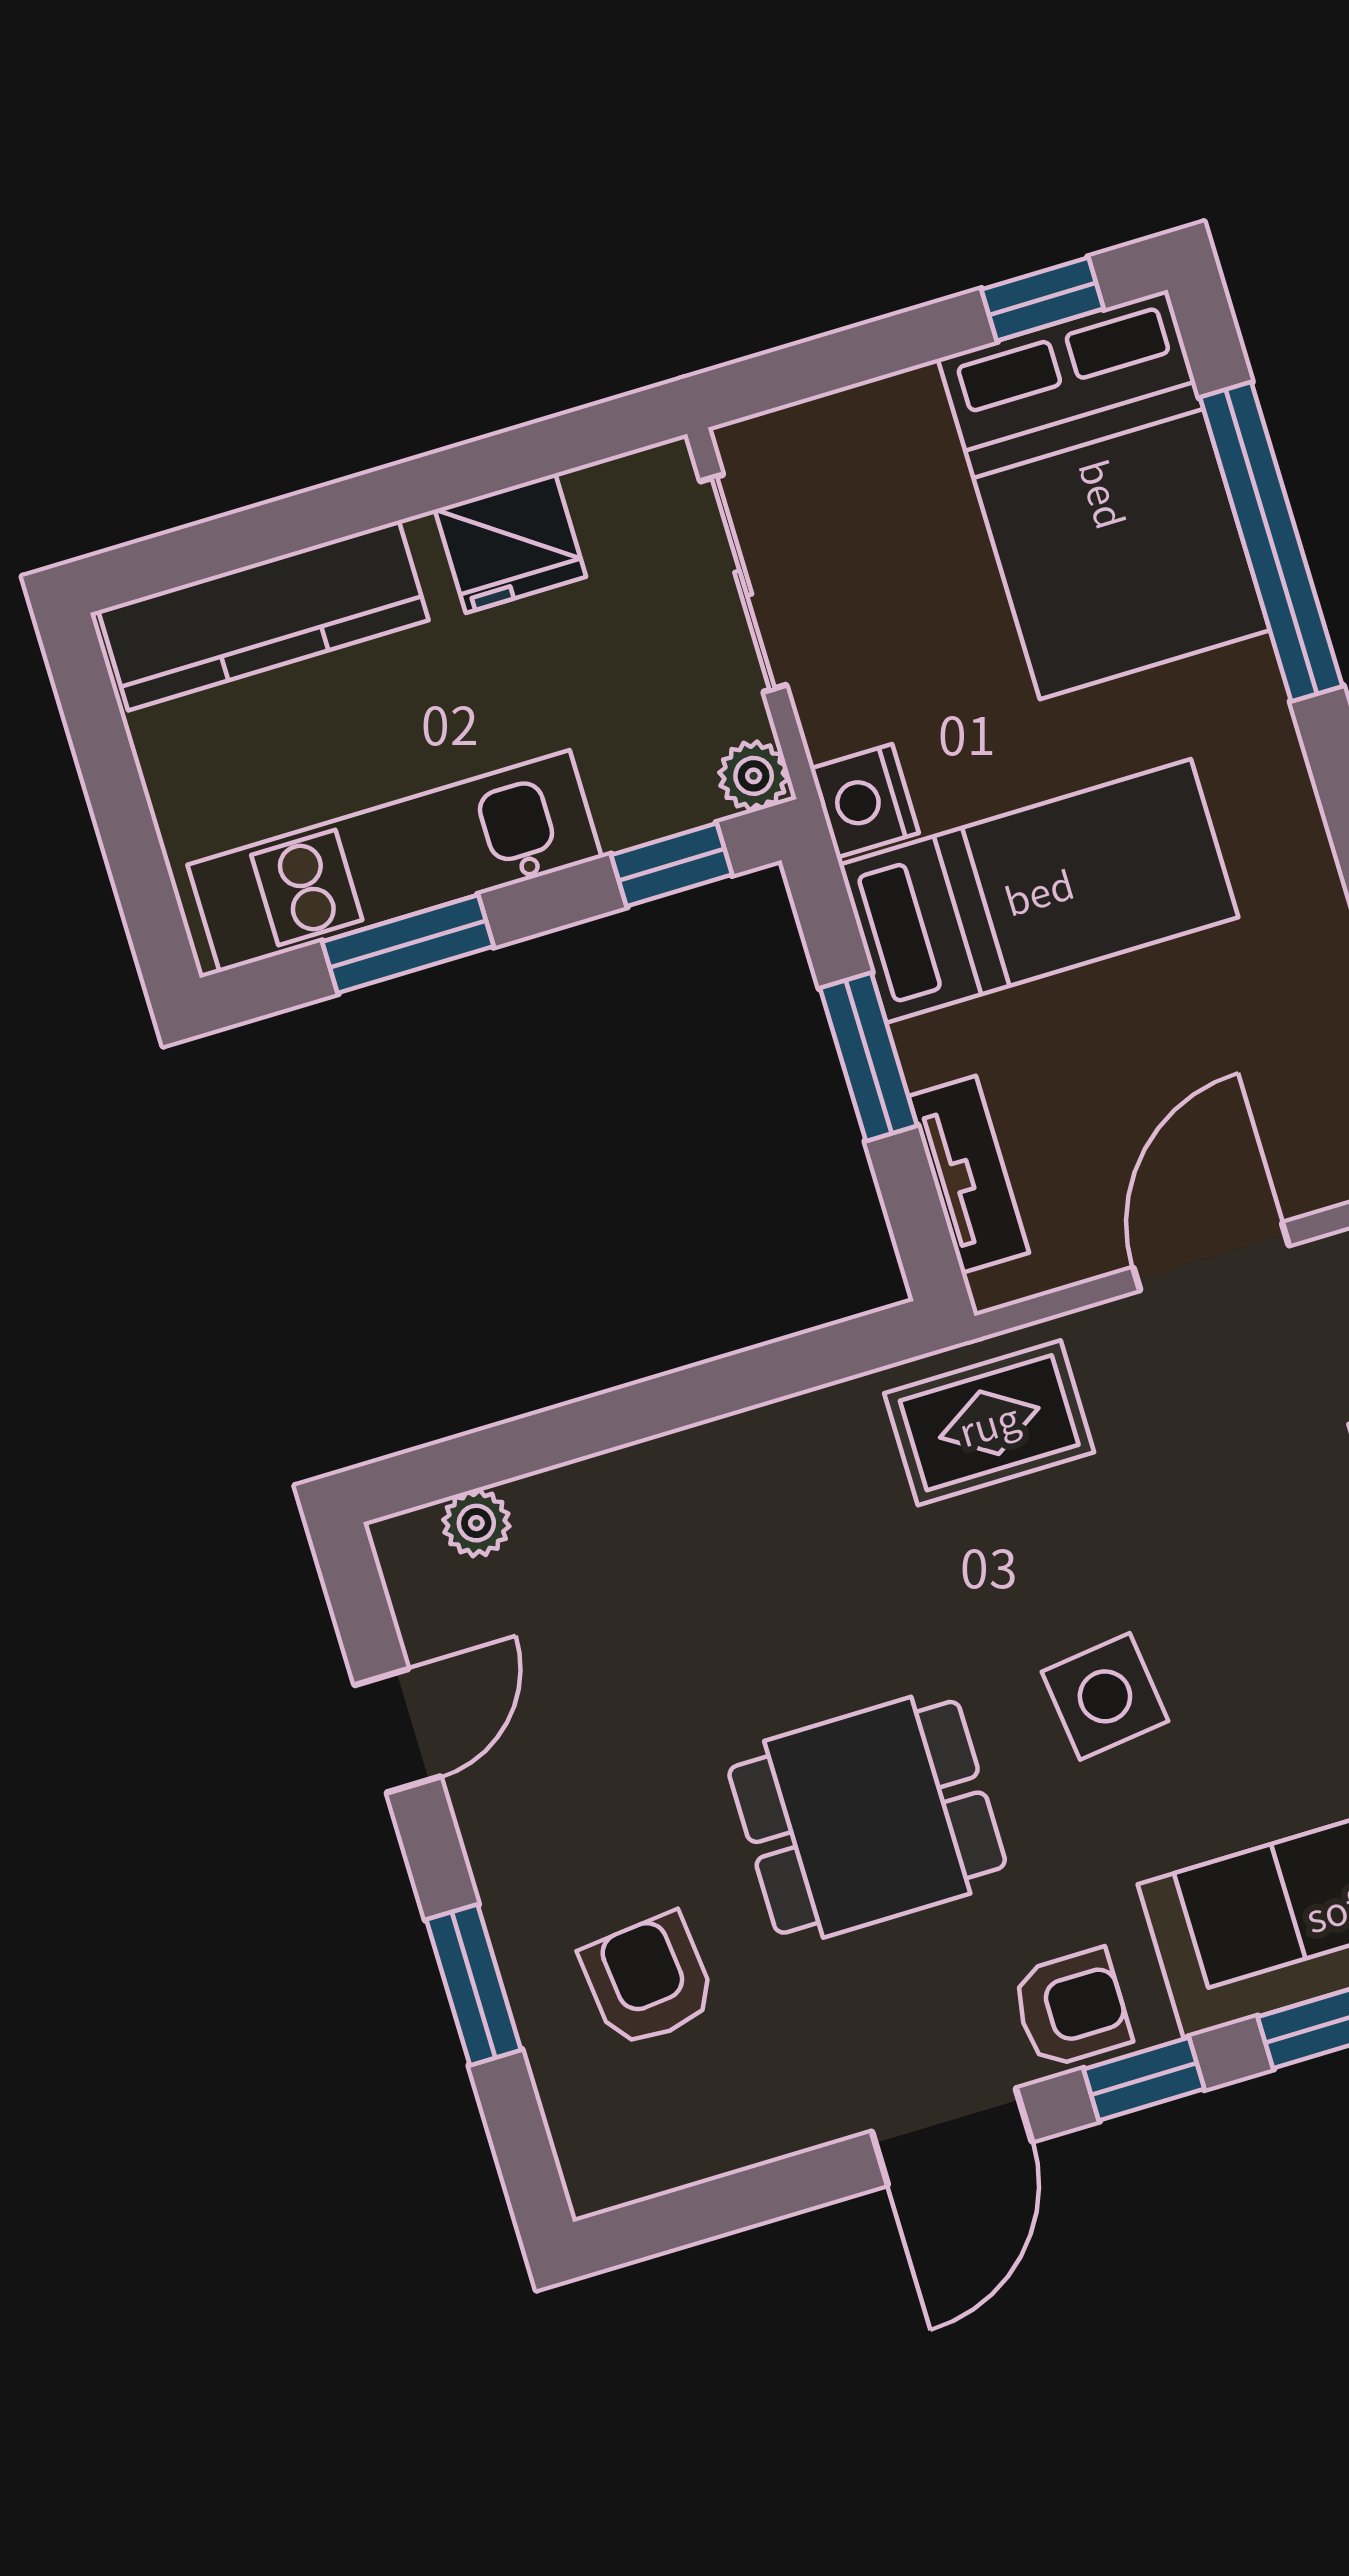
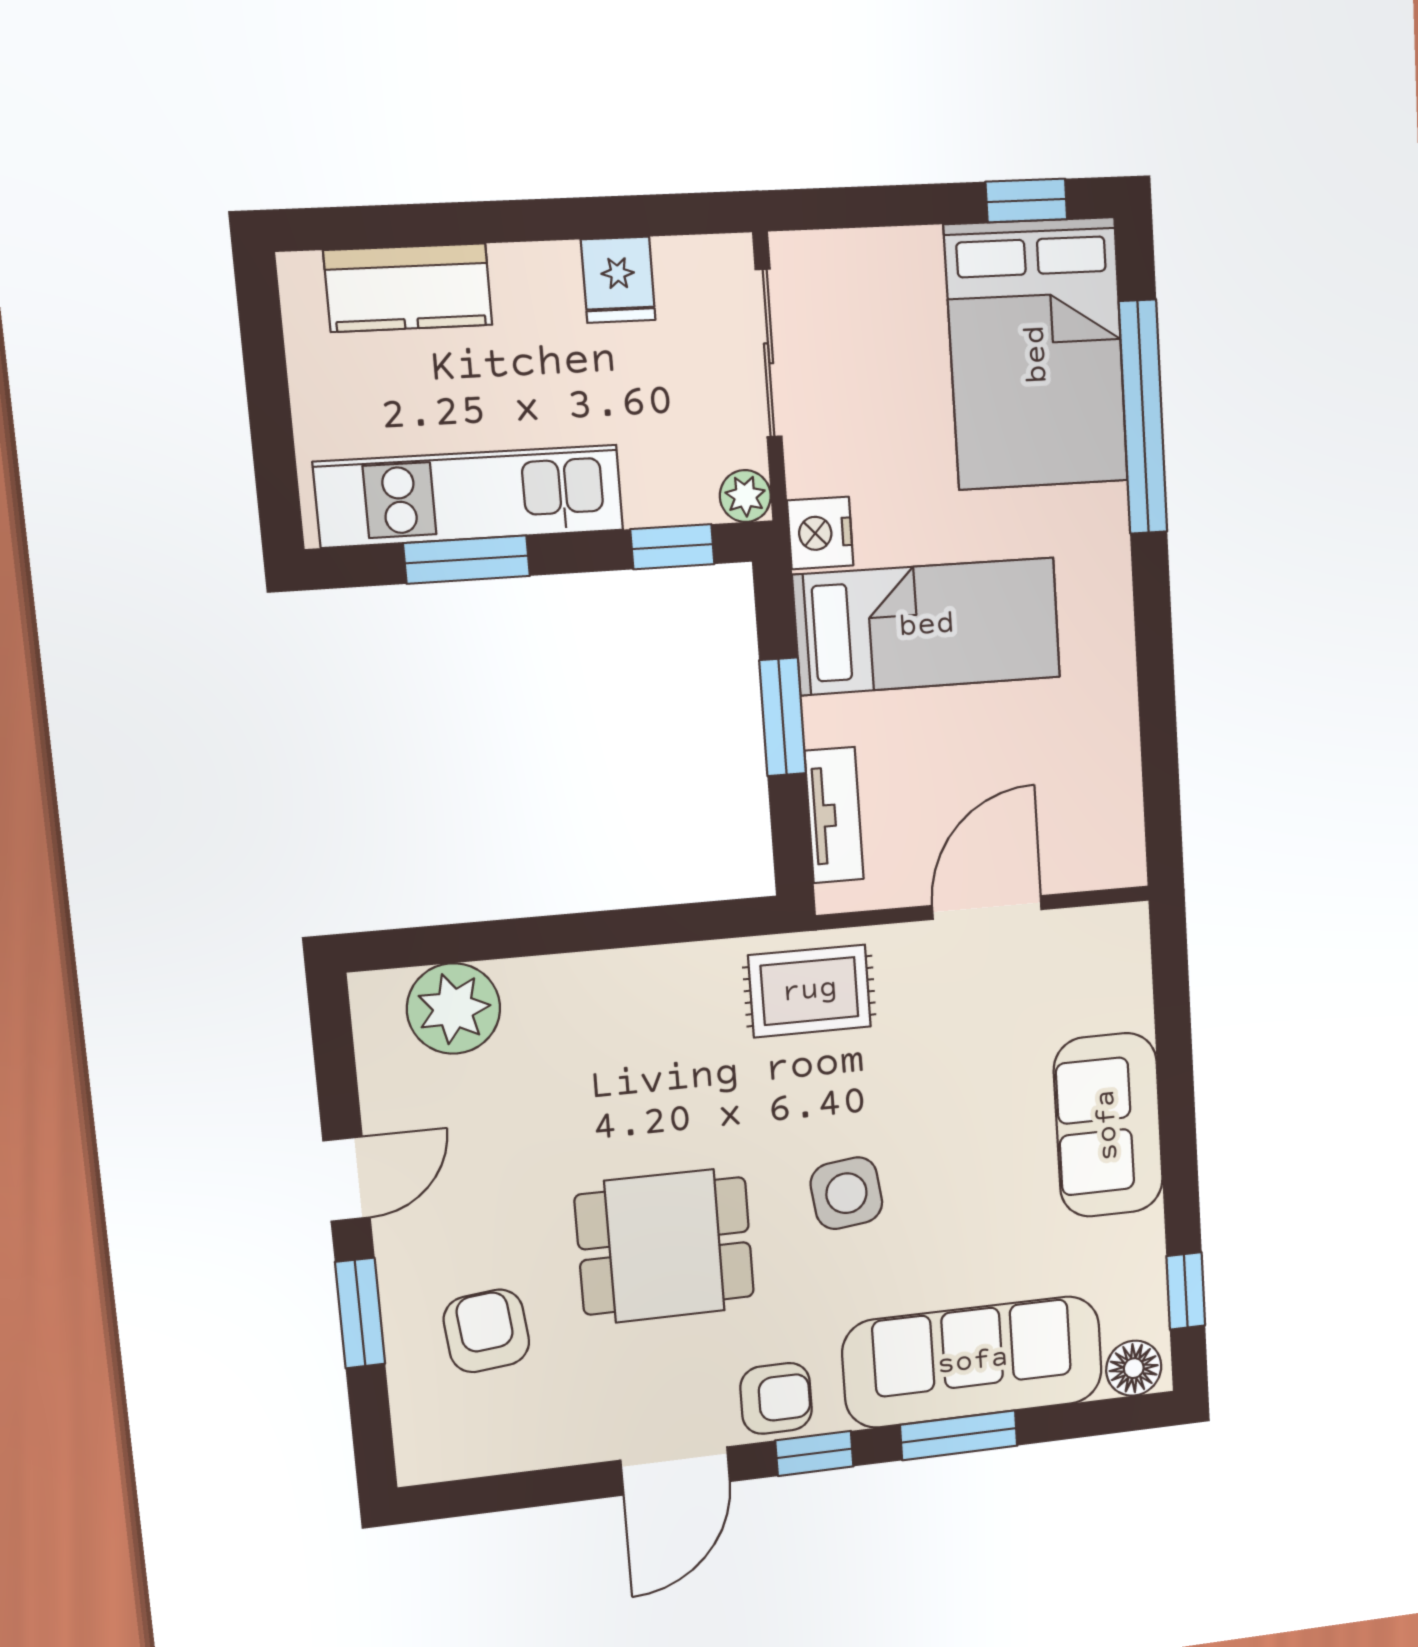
fridge: (510, 543) -> (618, 280), width x0.72
kitchen counter: (263, 615) -> (408, 288), width x0.67
plant: (476, 1523) -> (454, 1009), width x1.87, depth x1.87
door: (397, 1731) -> (347, 1179), moved

